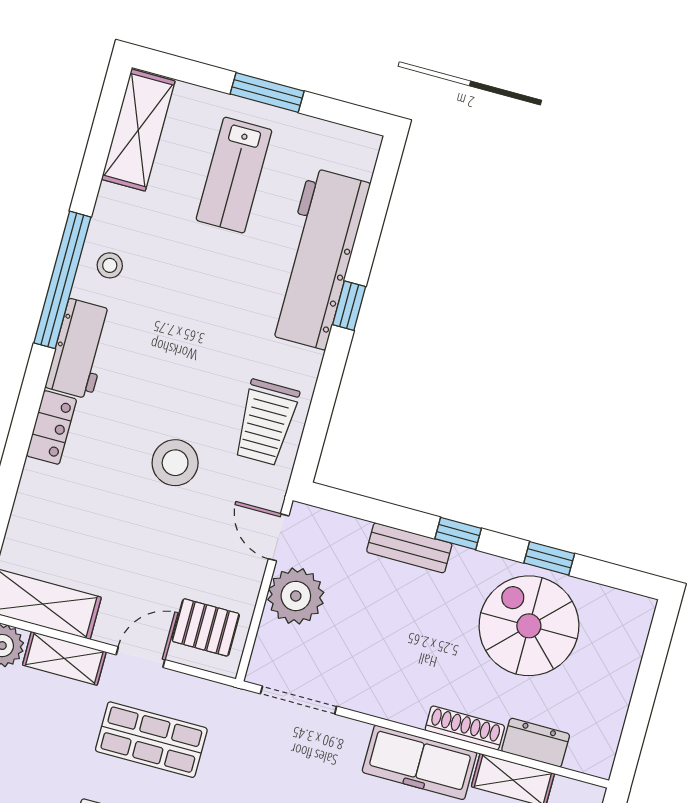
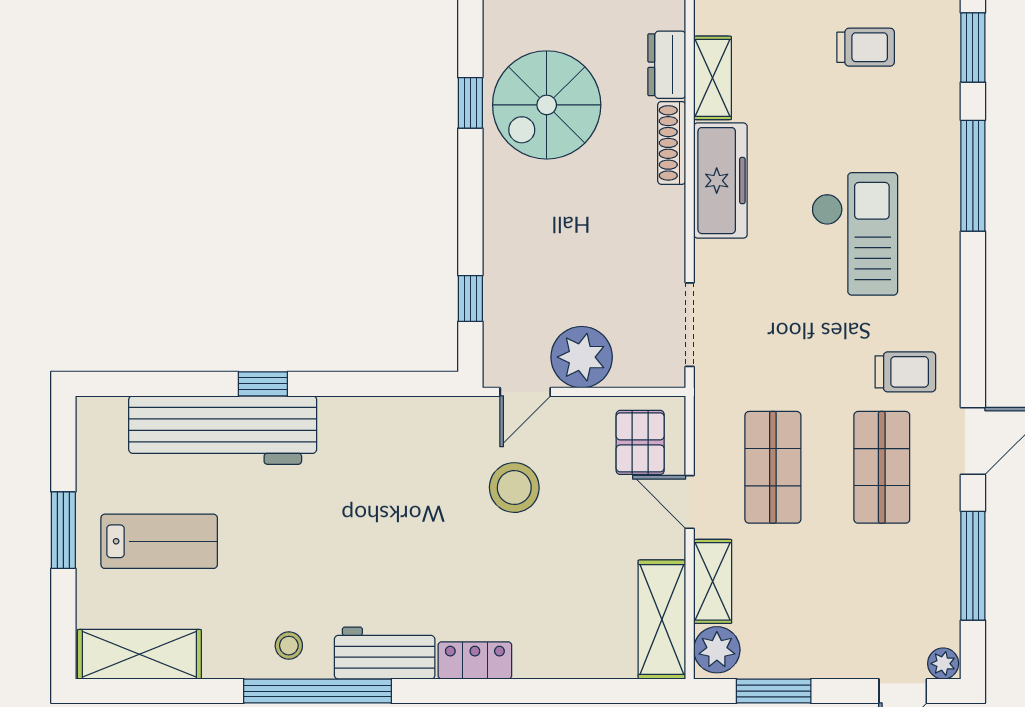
trolley: (266, 422) -> (409, 438), removed
stool: (175, 463) -> (514, 488), moved
window: (458, 534) -> (470, 299), moved
bench: (409, 548) -> (499, 252), removed

